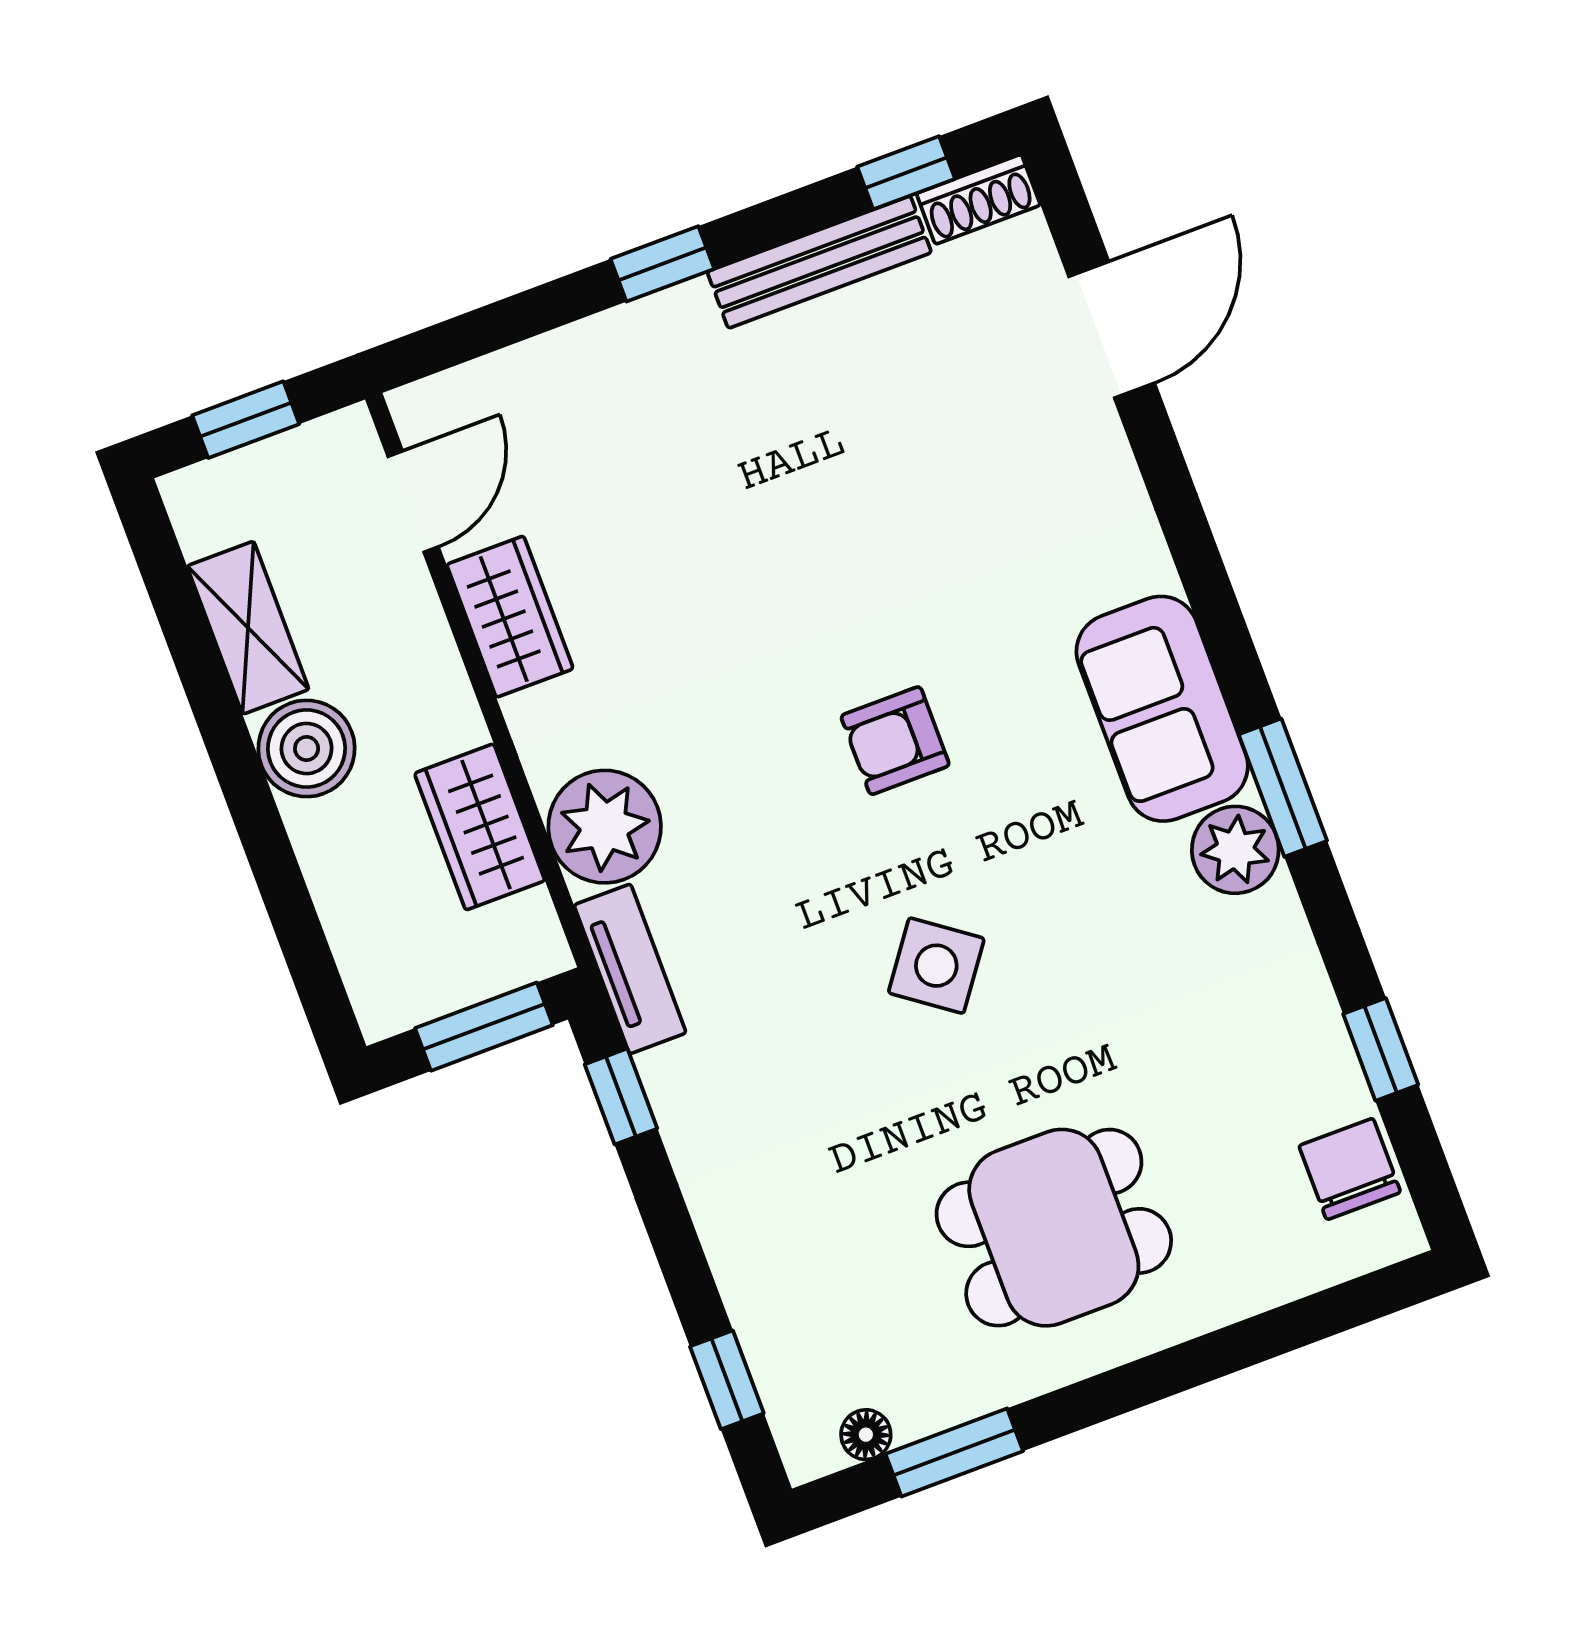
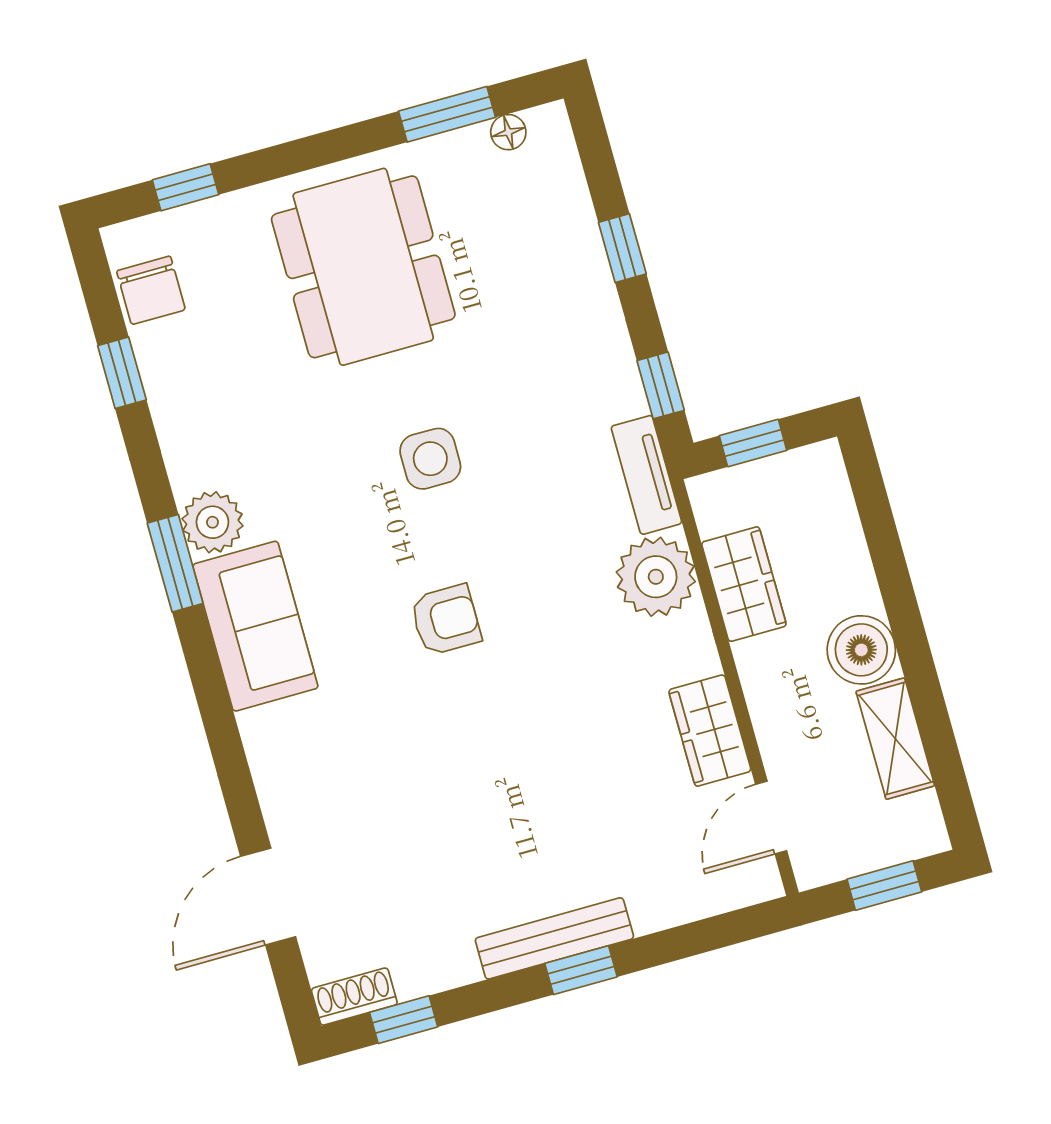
bench: (819, 262) -> (554, 938), moved
side table: (936, 966) -> (430, 459), turned -36
window: (484, 1027) -> (753, 443), width x0.67
dining table: (1054, 1228) -> (363, 267), width x1.38
window: (1314, 1318) -> (186, 187), added
window: (727, 1380) -> (622, 248), moved

